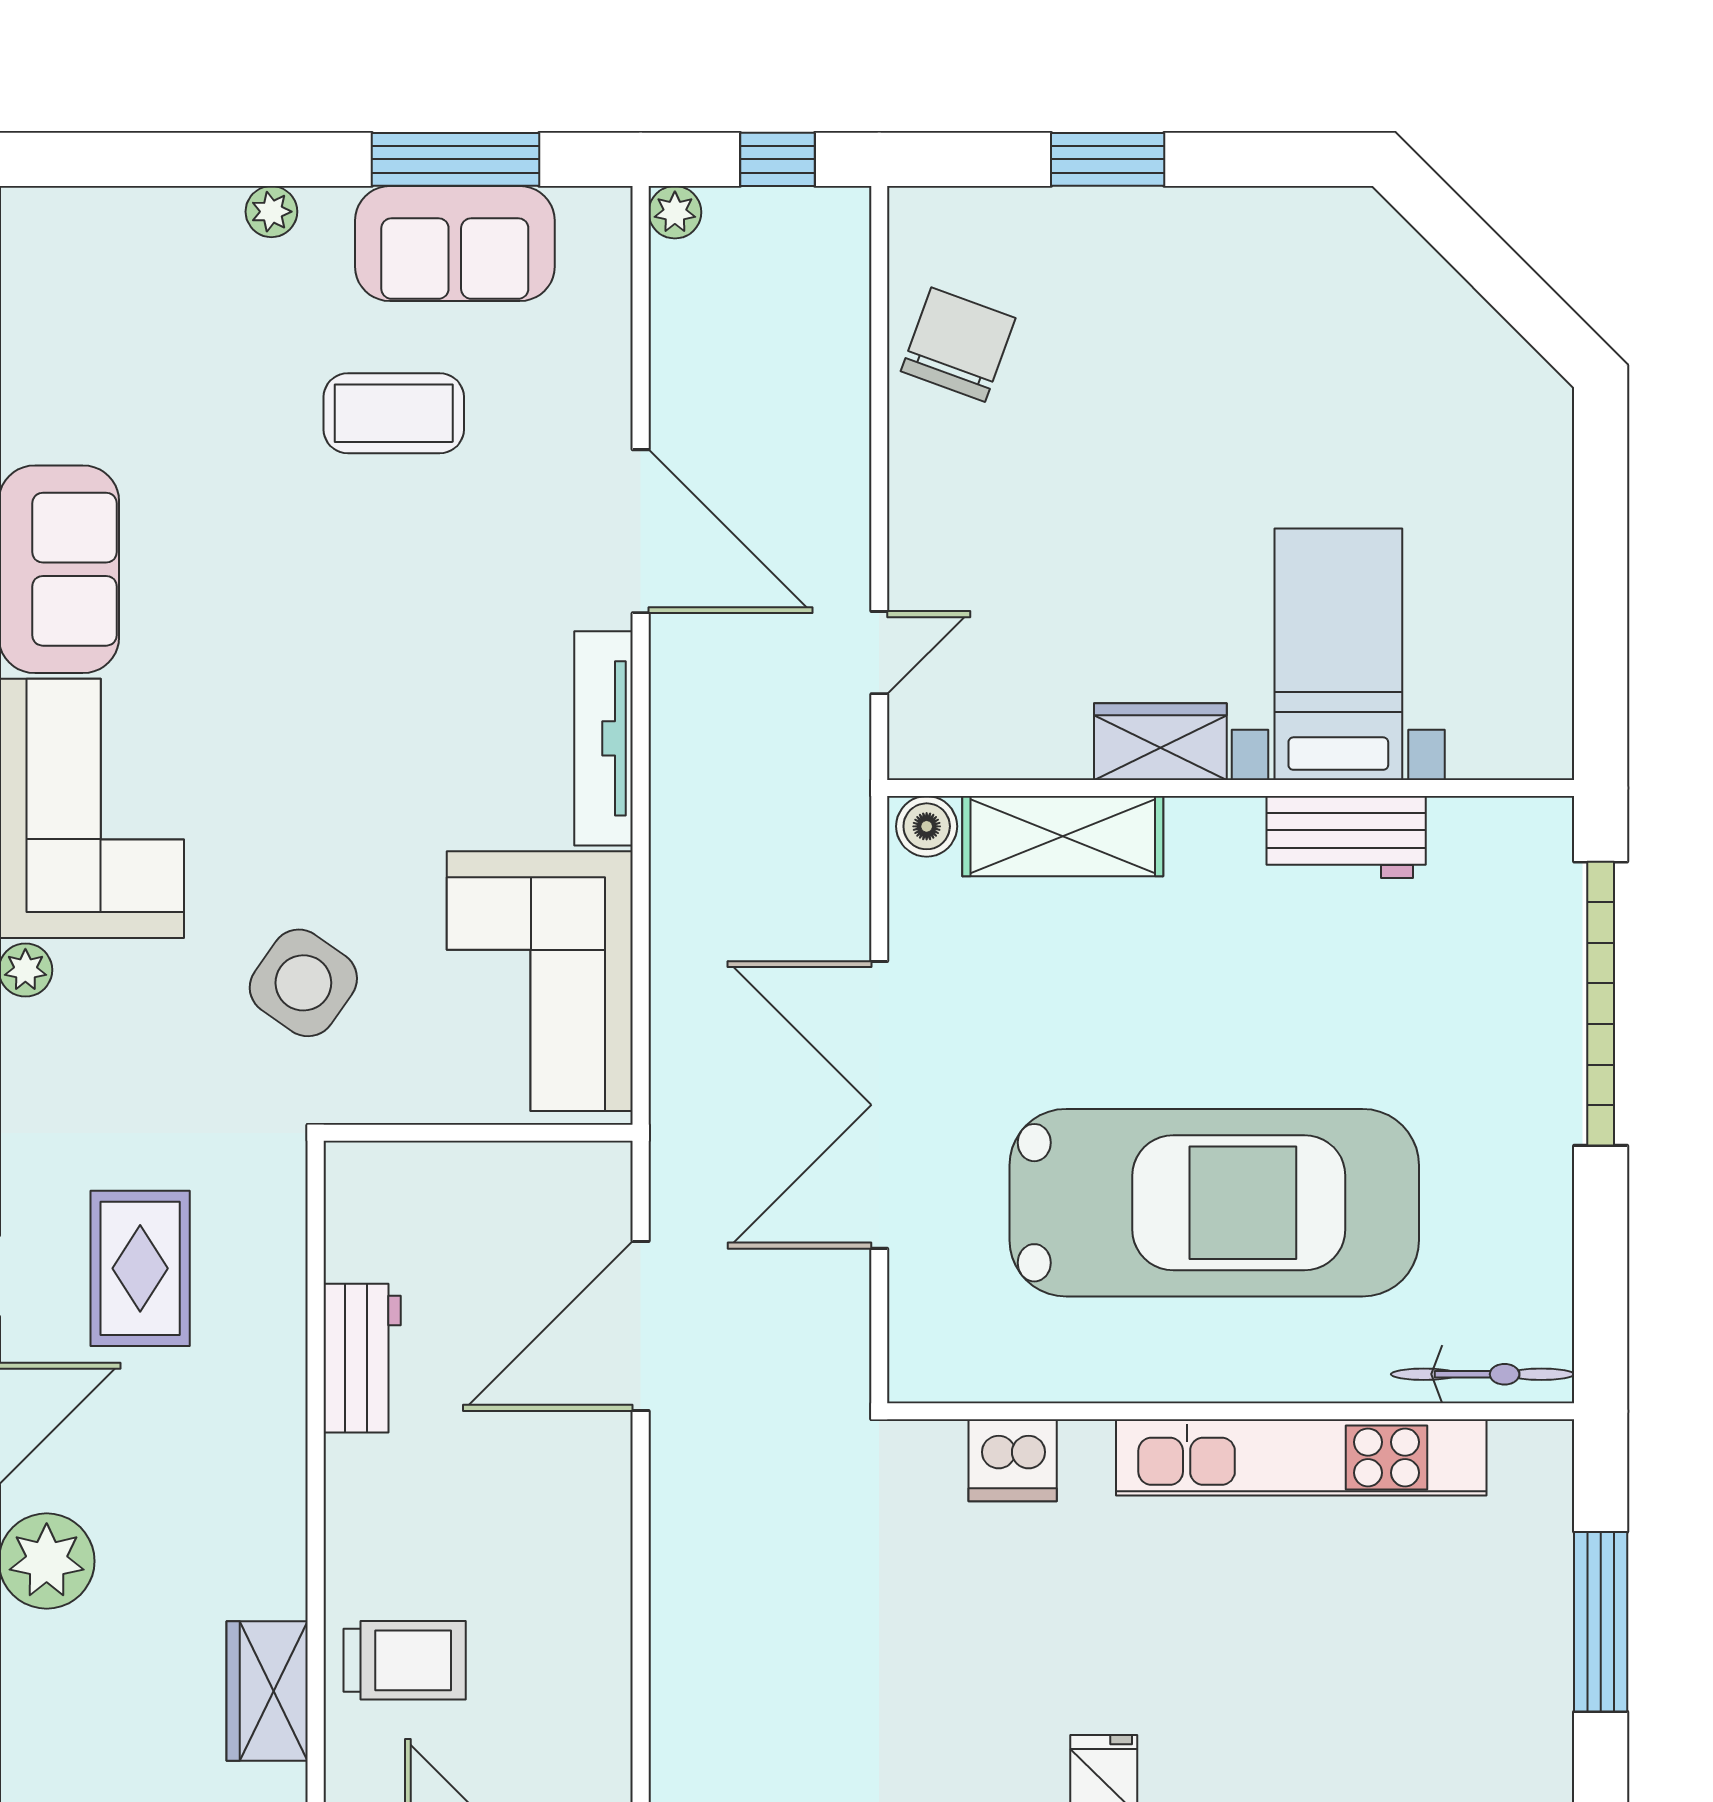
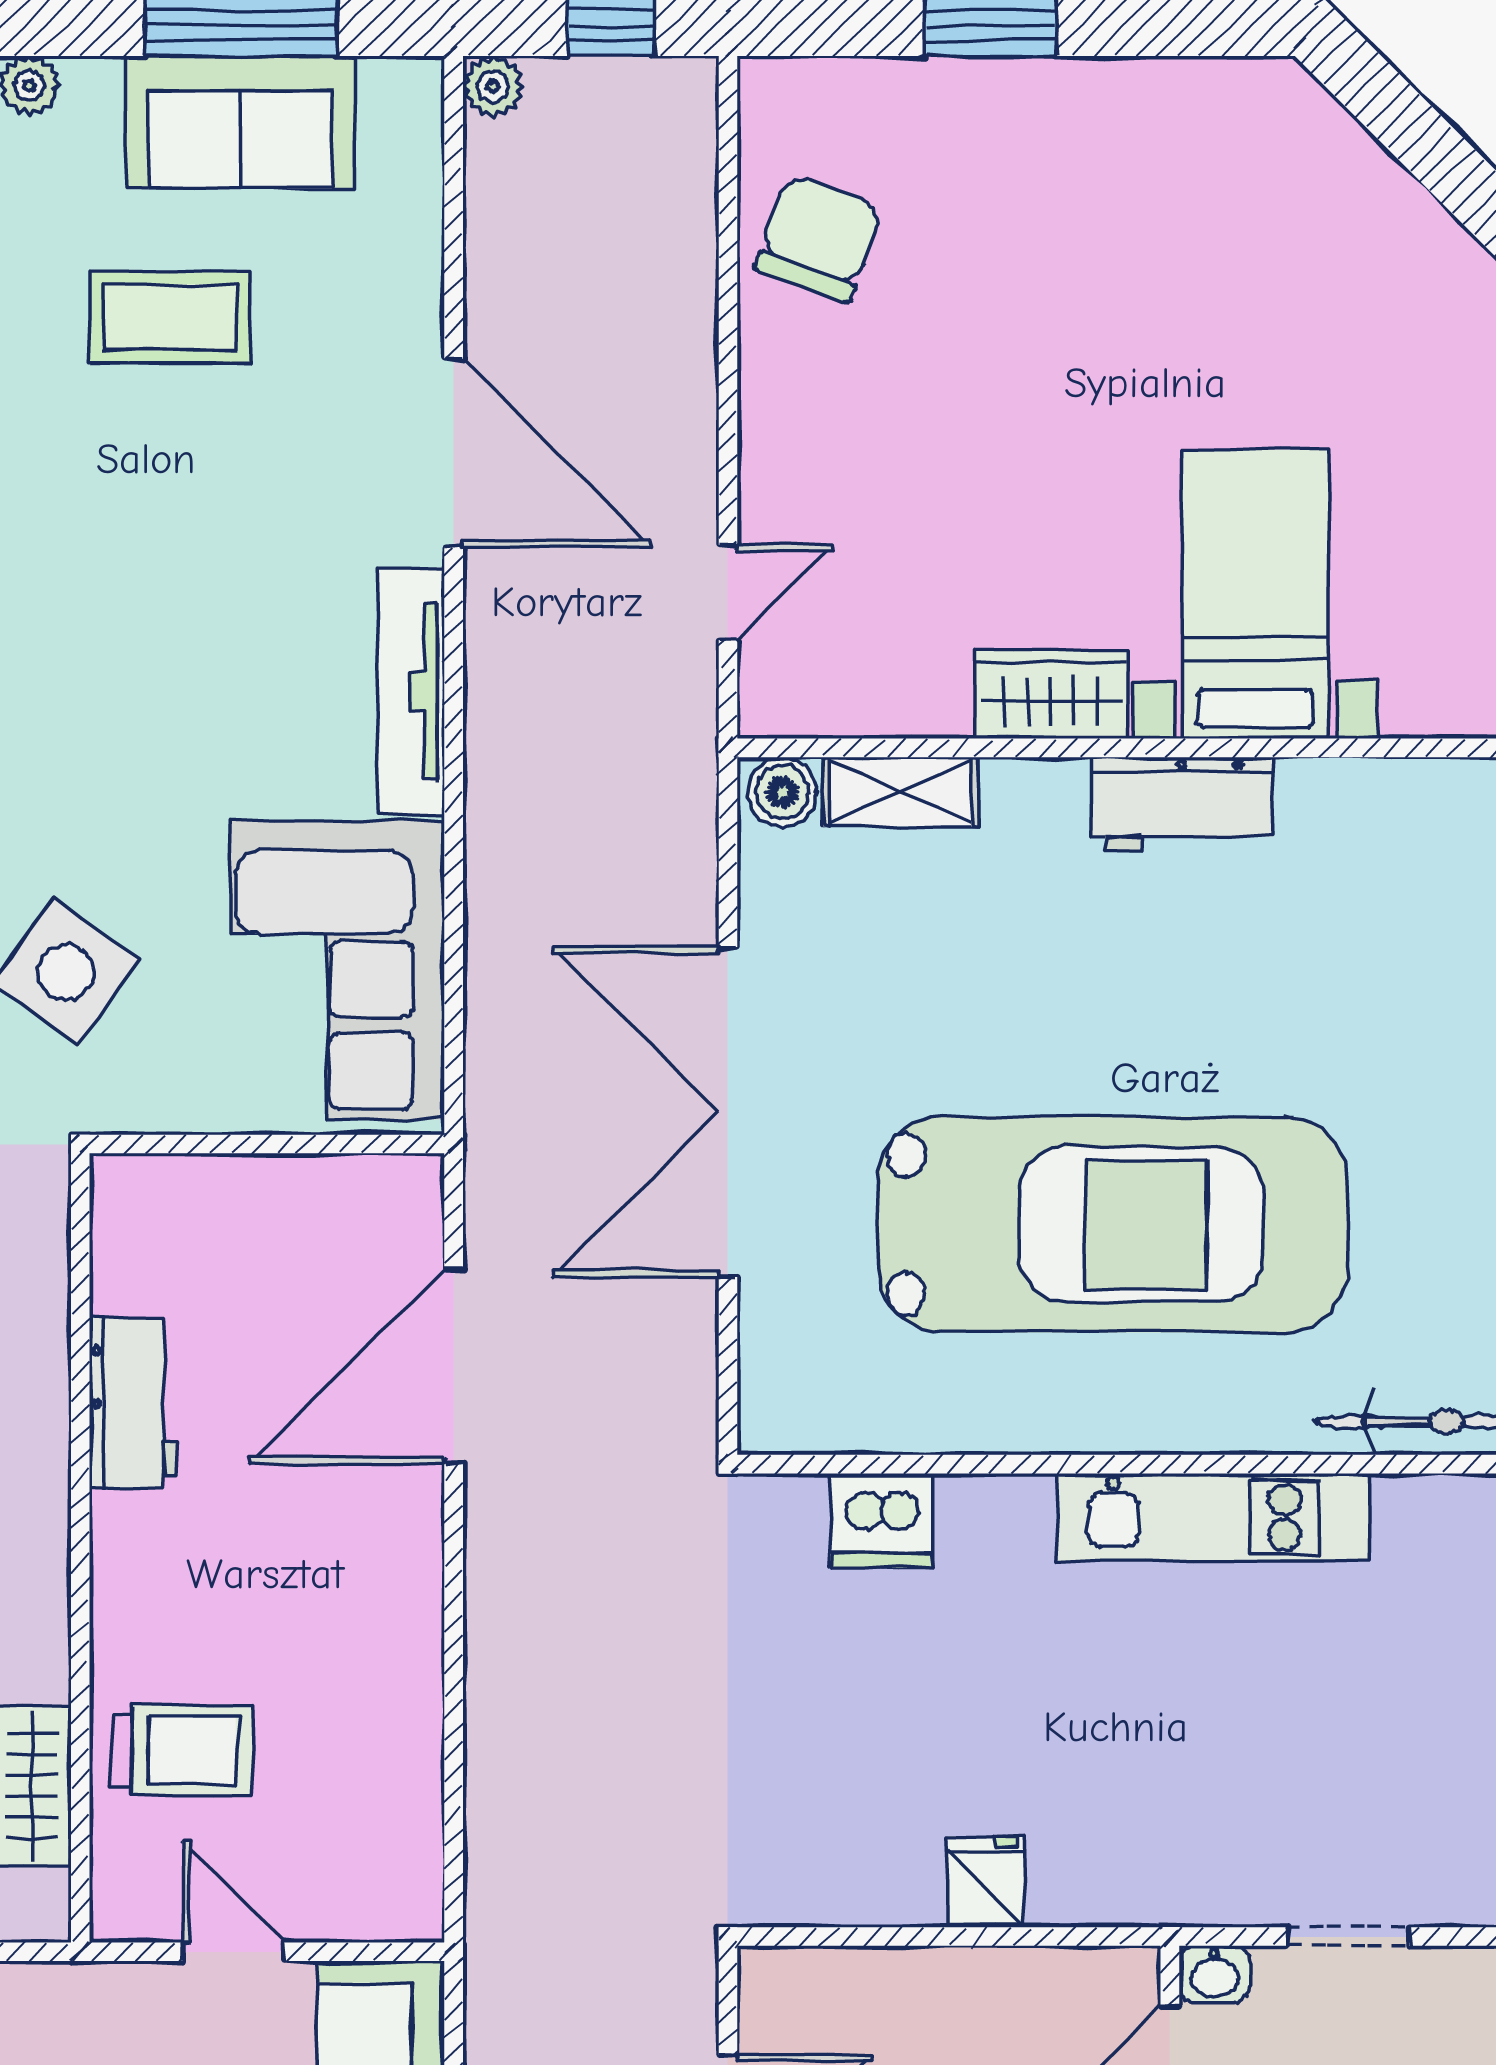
shelving: (1063, 836) -> (900, 792), width x0.67, depth x0.75
workbench: (1346, 837) -> (1182, 804), moved
kitchen unit: (1301, 1457) -> (1213, 1517), width x0.73

